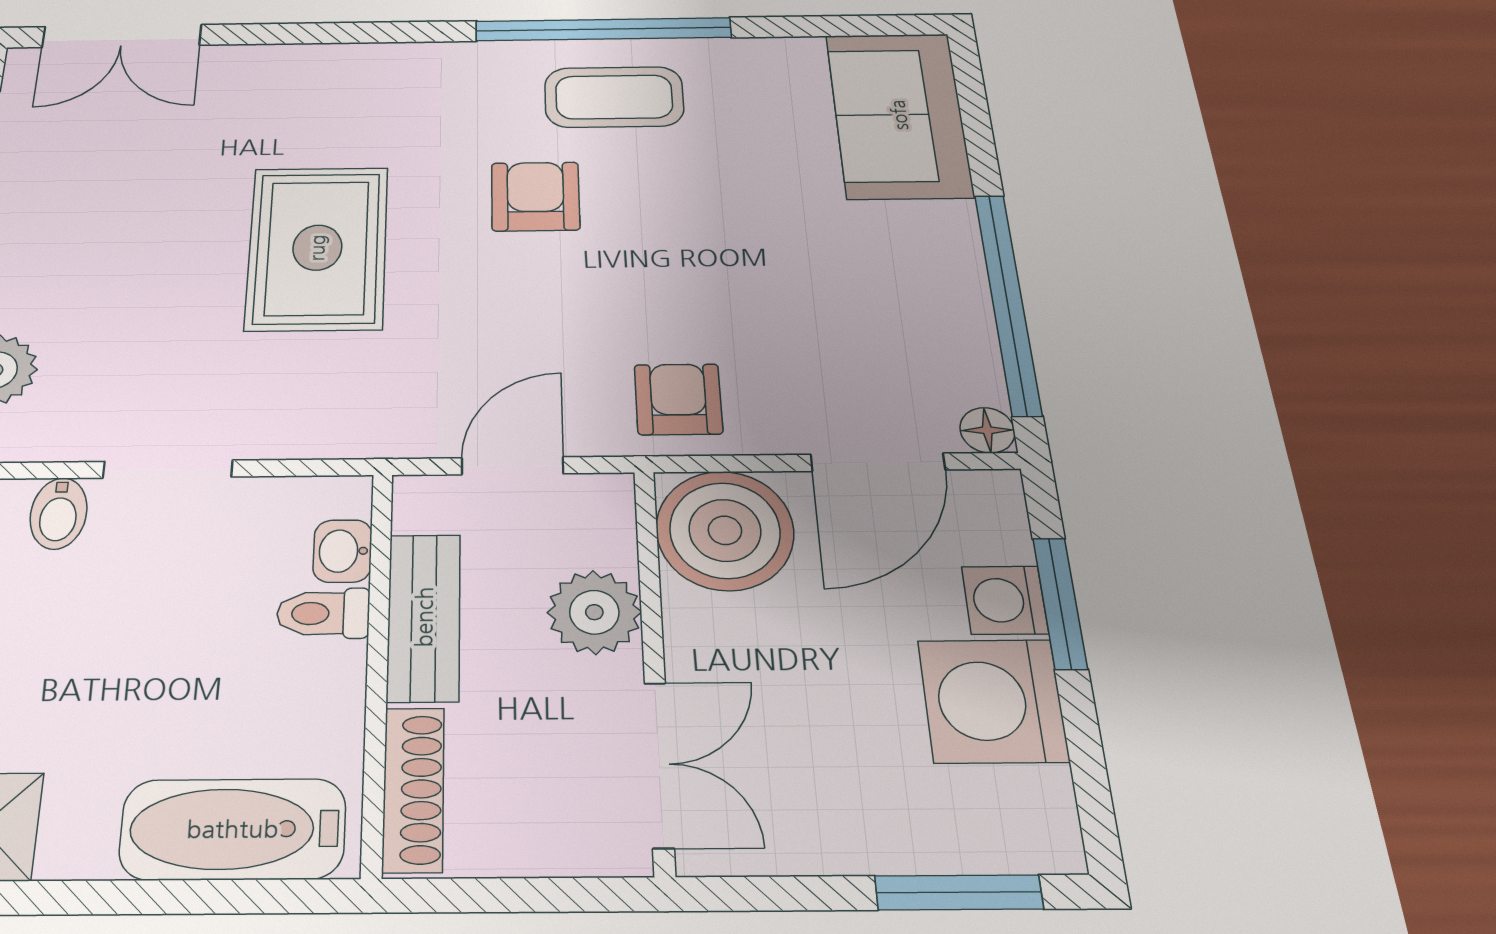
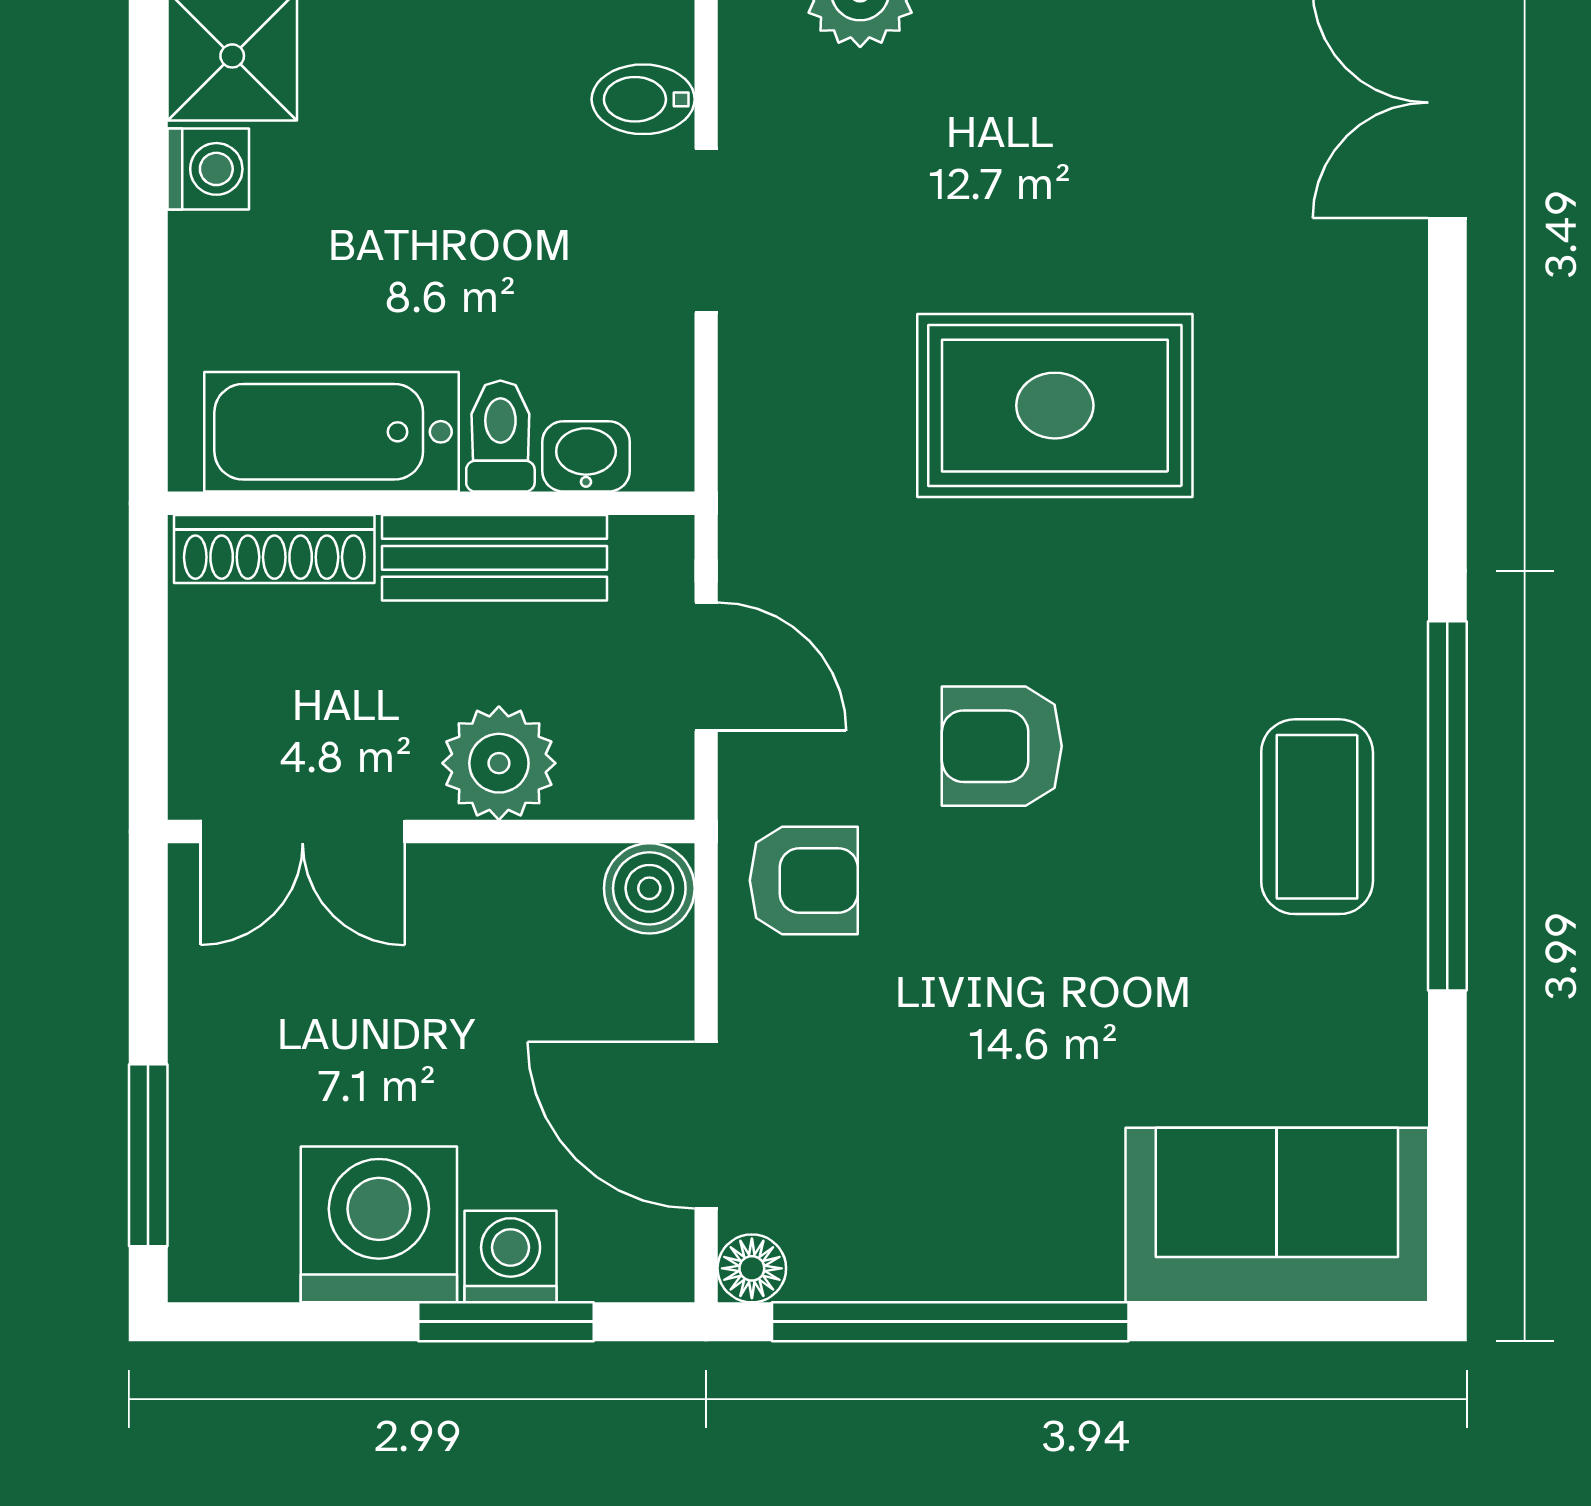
armchair: (535, 196) -> (1002, 746), moved, turned 180
boiler: (725, 530) -> (649, 888), width x0.54, depth x0.54
bathtub: (233, 829) -> (331, 432), moved, turned -90
washing machine: (77, 846) -> (208, 169), added

